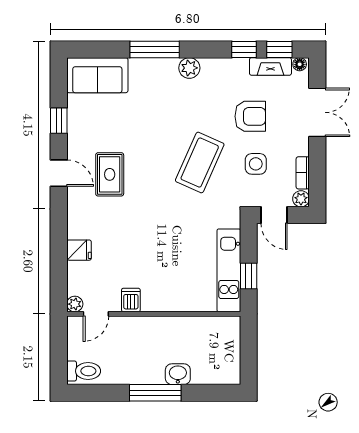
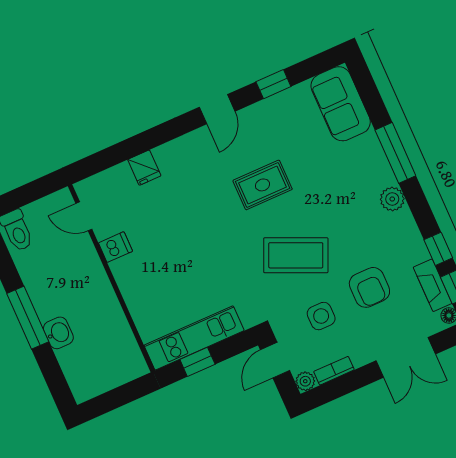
rug: (110, 174) -> (263, 185), moved
plant: (75, 304) -> (84, 189), removed

